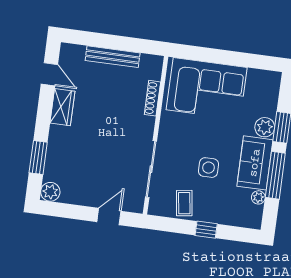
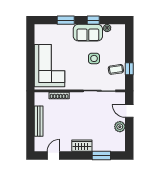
wardrobe: (62, 107) -> (82, 146), moved
plant: (265, 127) -> (67, 30), removed
window: (275, 175) -> (93, 20), width x0.46
plant: (50, 192) -> (120, 127), moved
window: (206, 230) -> (129, 69), moved

